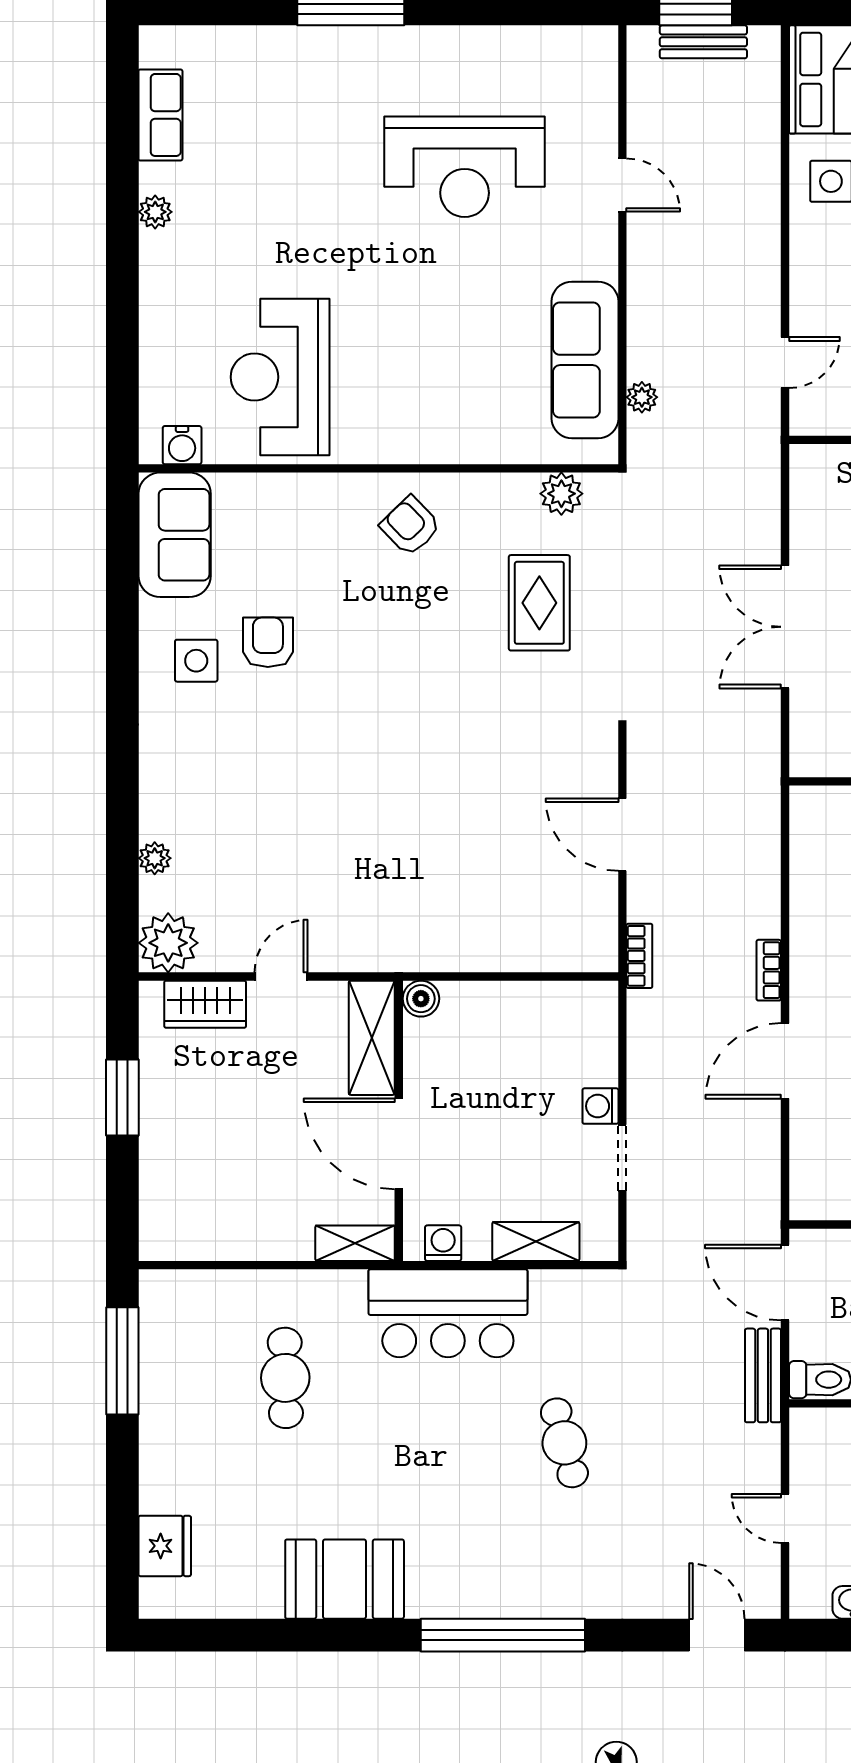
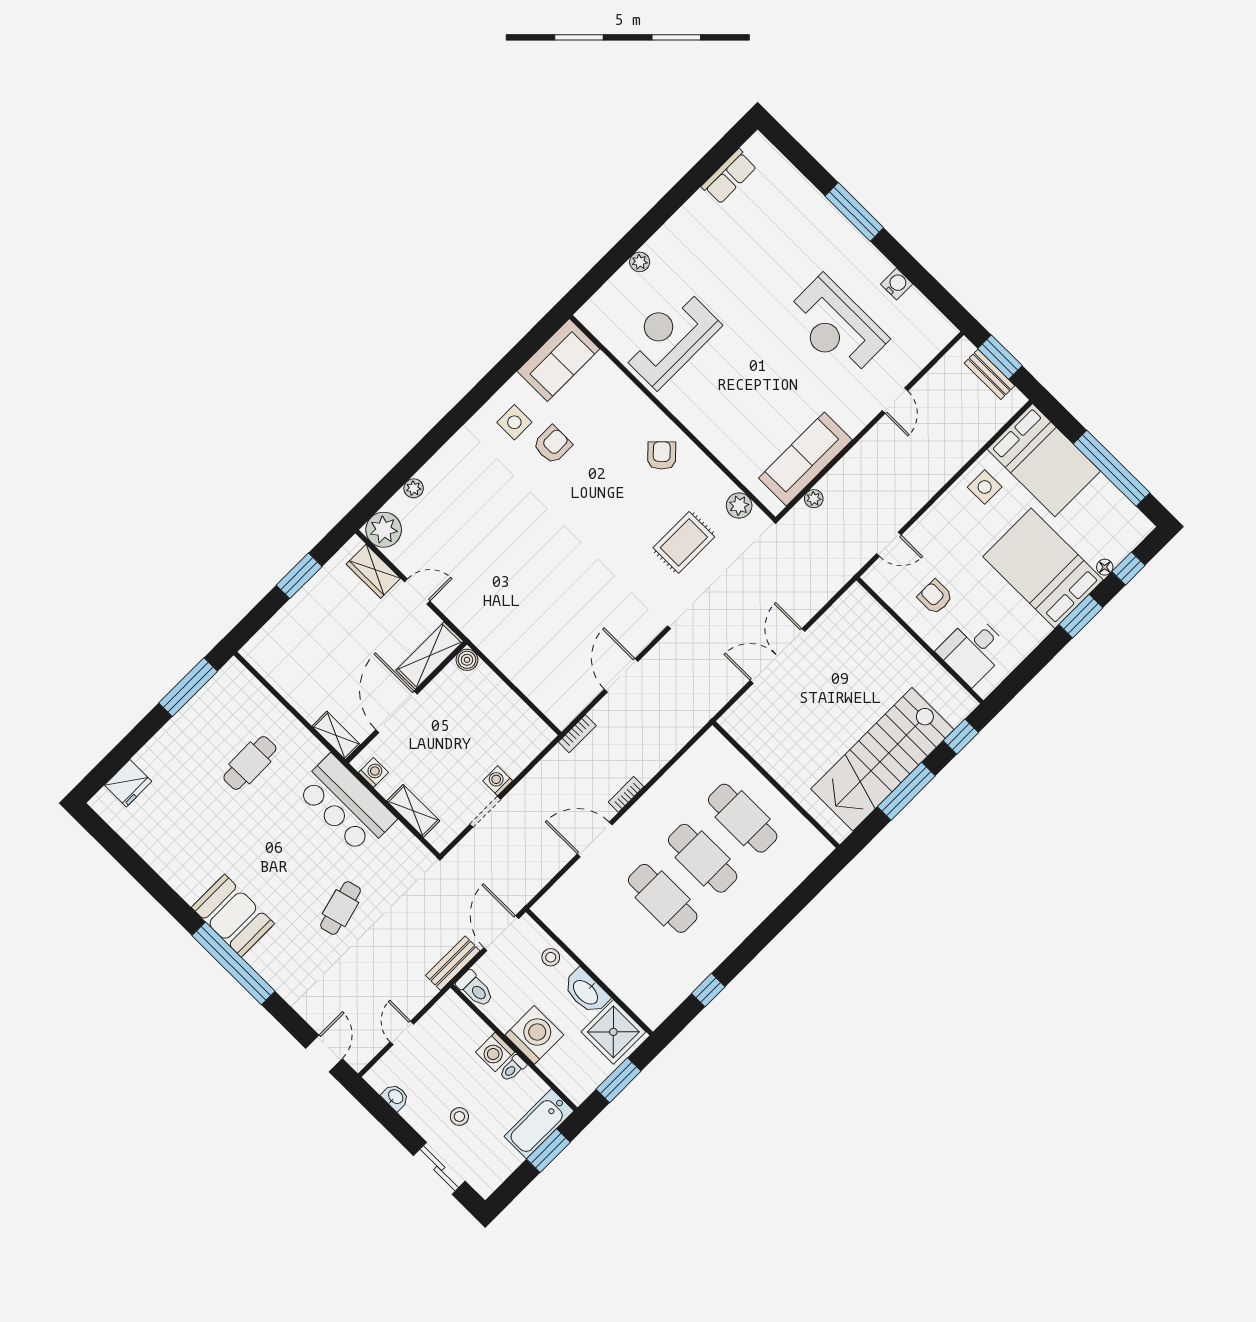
plant: (155, 212) -> (640, 262), moved
water cooler: (182, 445) -> (897, 284), moved, turned 180
booth: (345, 1579) -> (233, 916), moved

